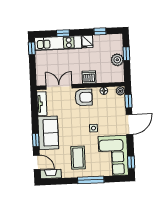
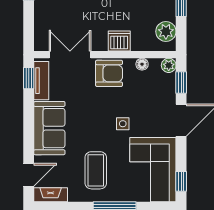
plant: (117, 60) -> (166, 32), moved
window: (36, 140) -> (29, 78), moved
door: (37, 162) -> (29, 175), hinge flipped

